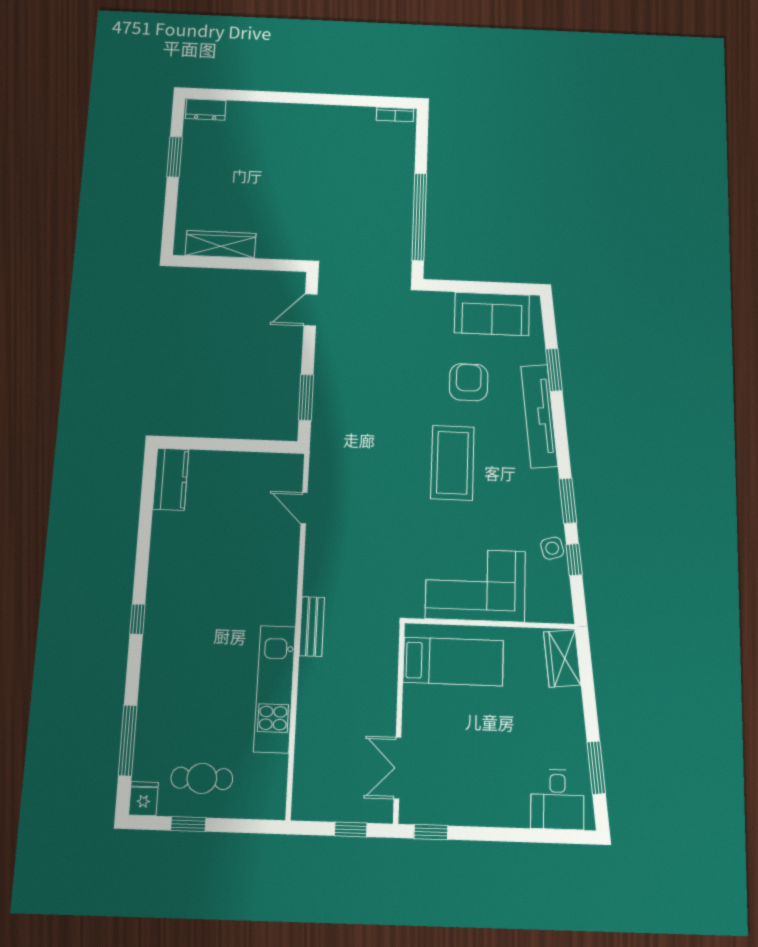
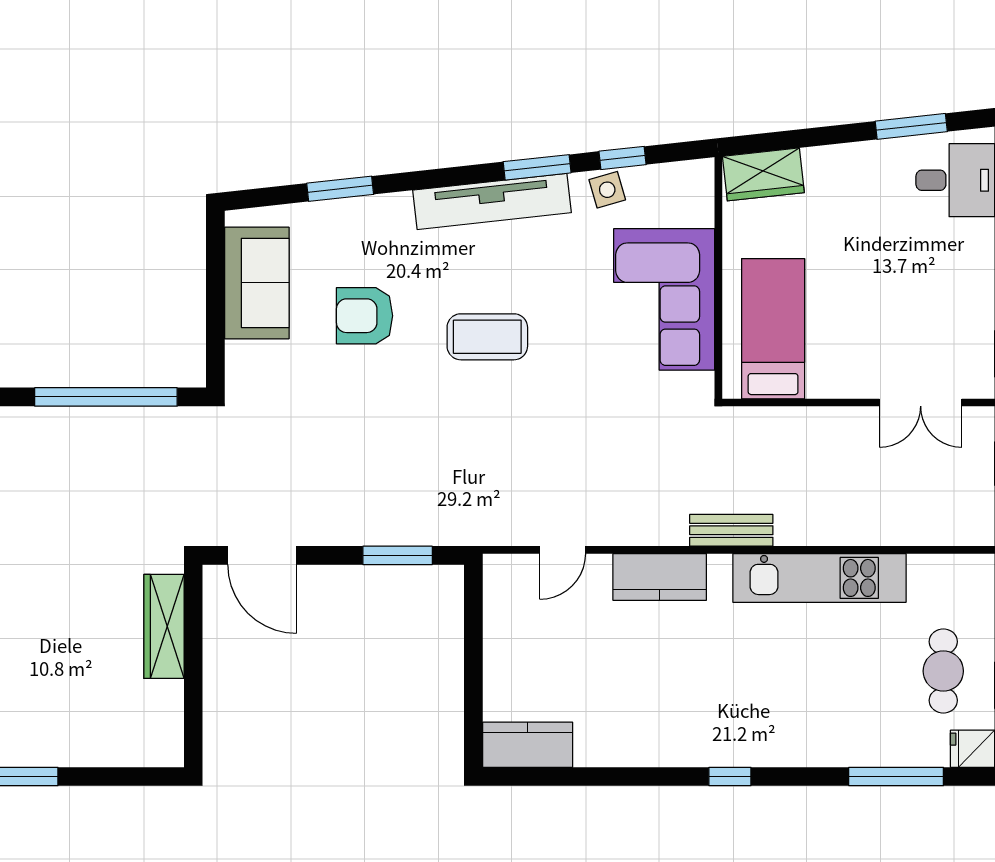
wardrobe: (221, 244) -> (164, 626), moved
door: (311, 310) -> (262, 555), width x1.38
tv unit: (539, 416) -> (492, 201), moved
coffee table: (452, 463) -> (487, 337), width x0.73, depth x0.76
kitchen counter: (282, 575) -> (660, 577), added

